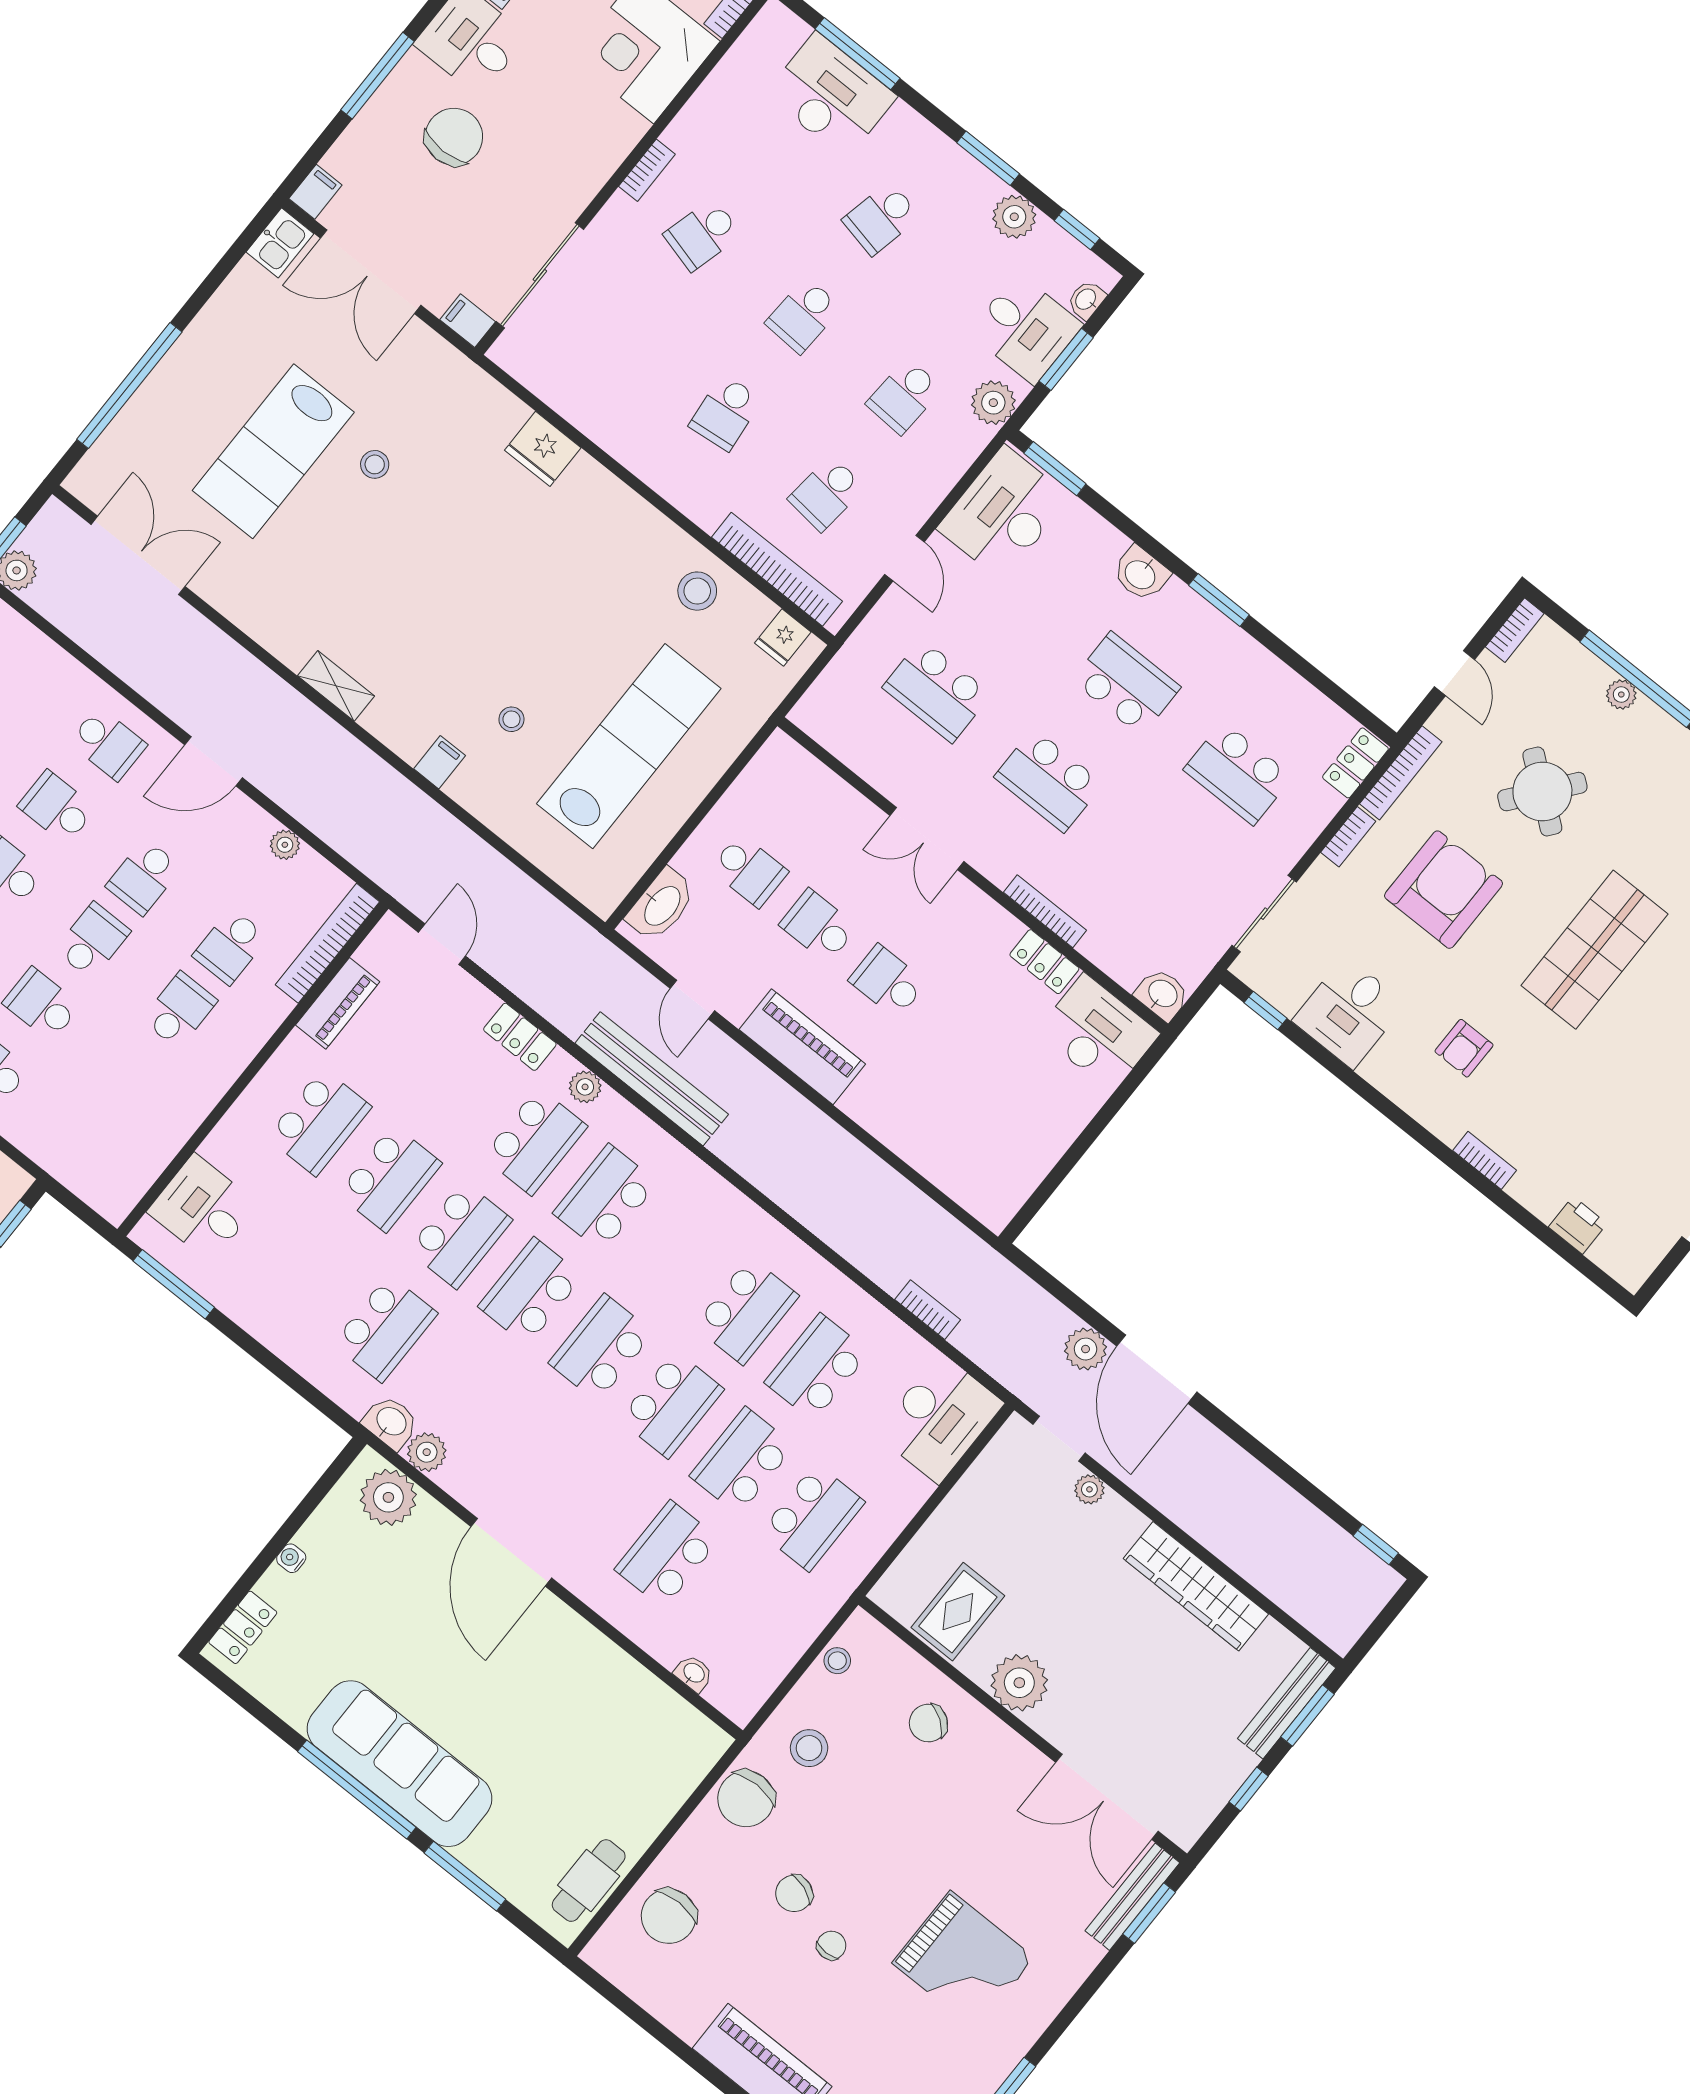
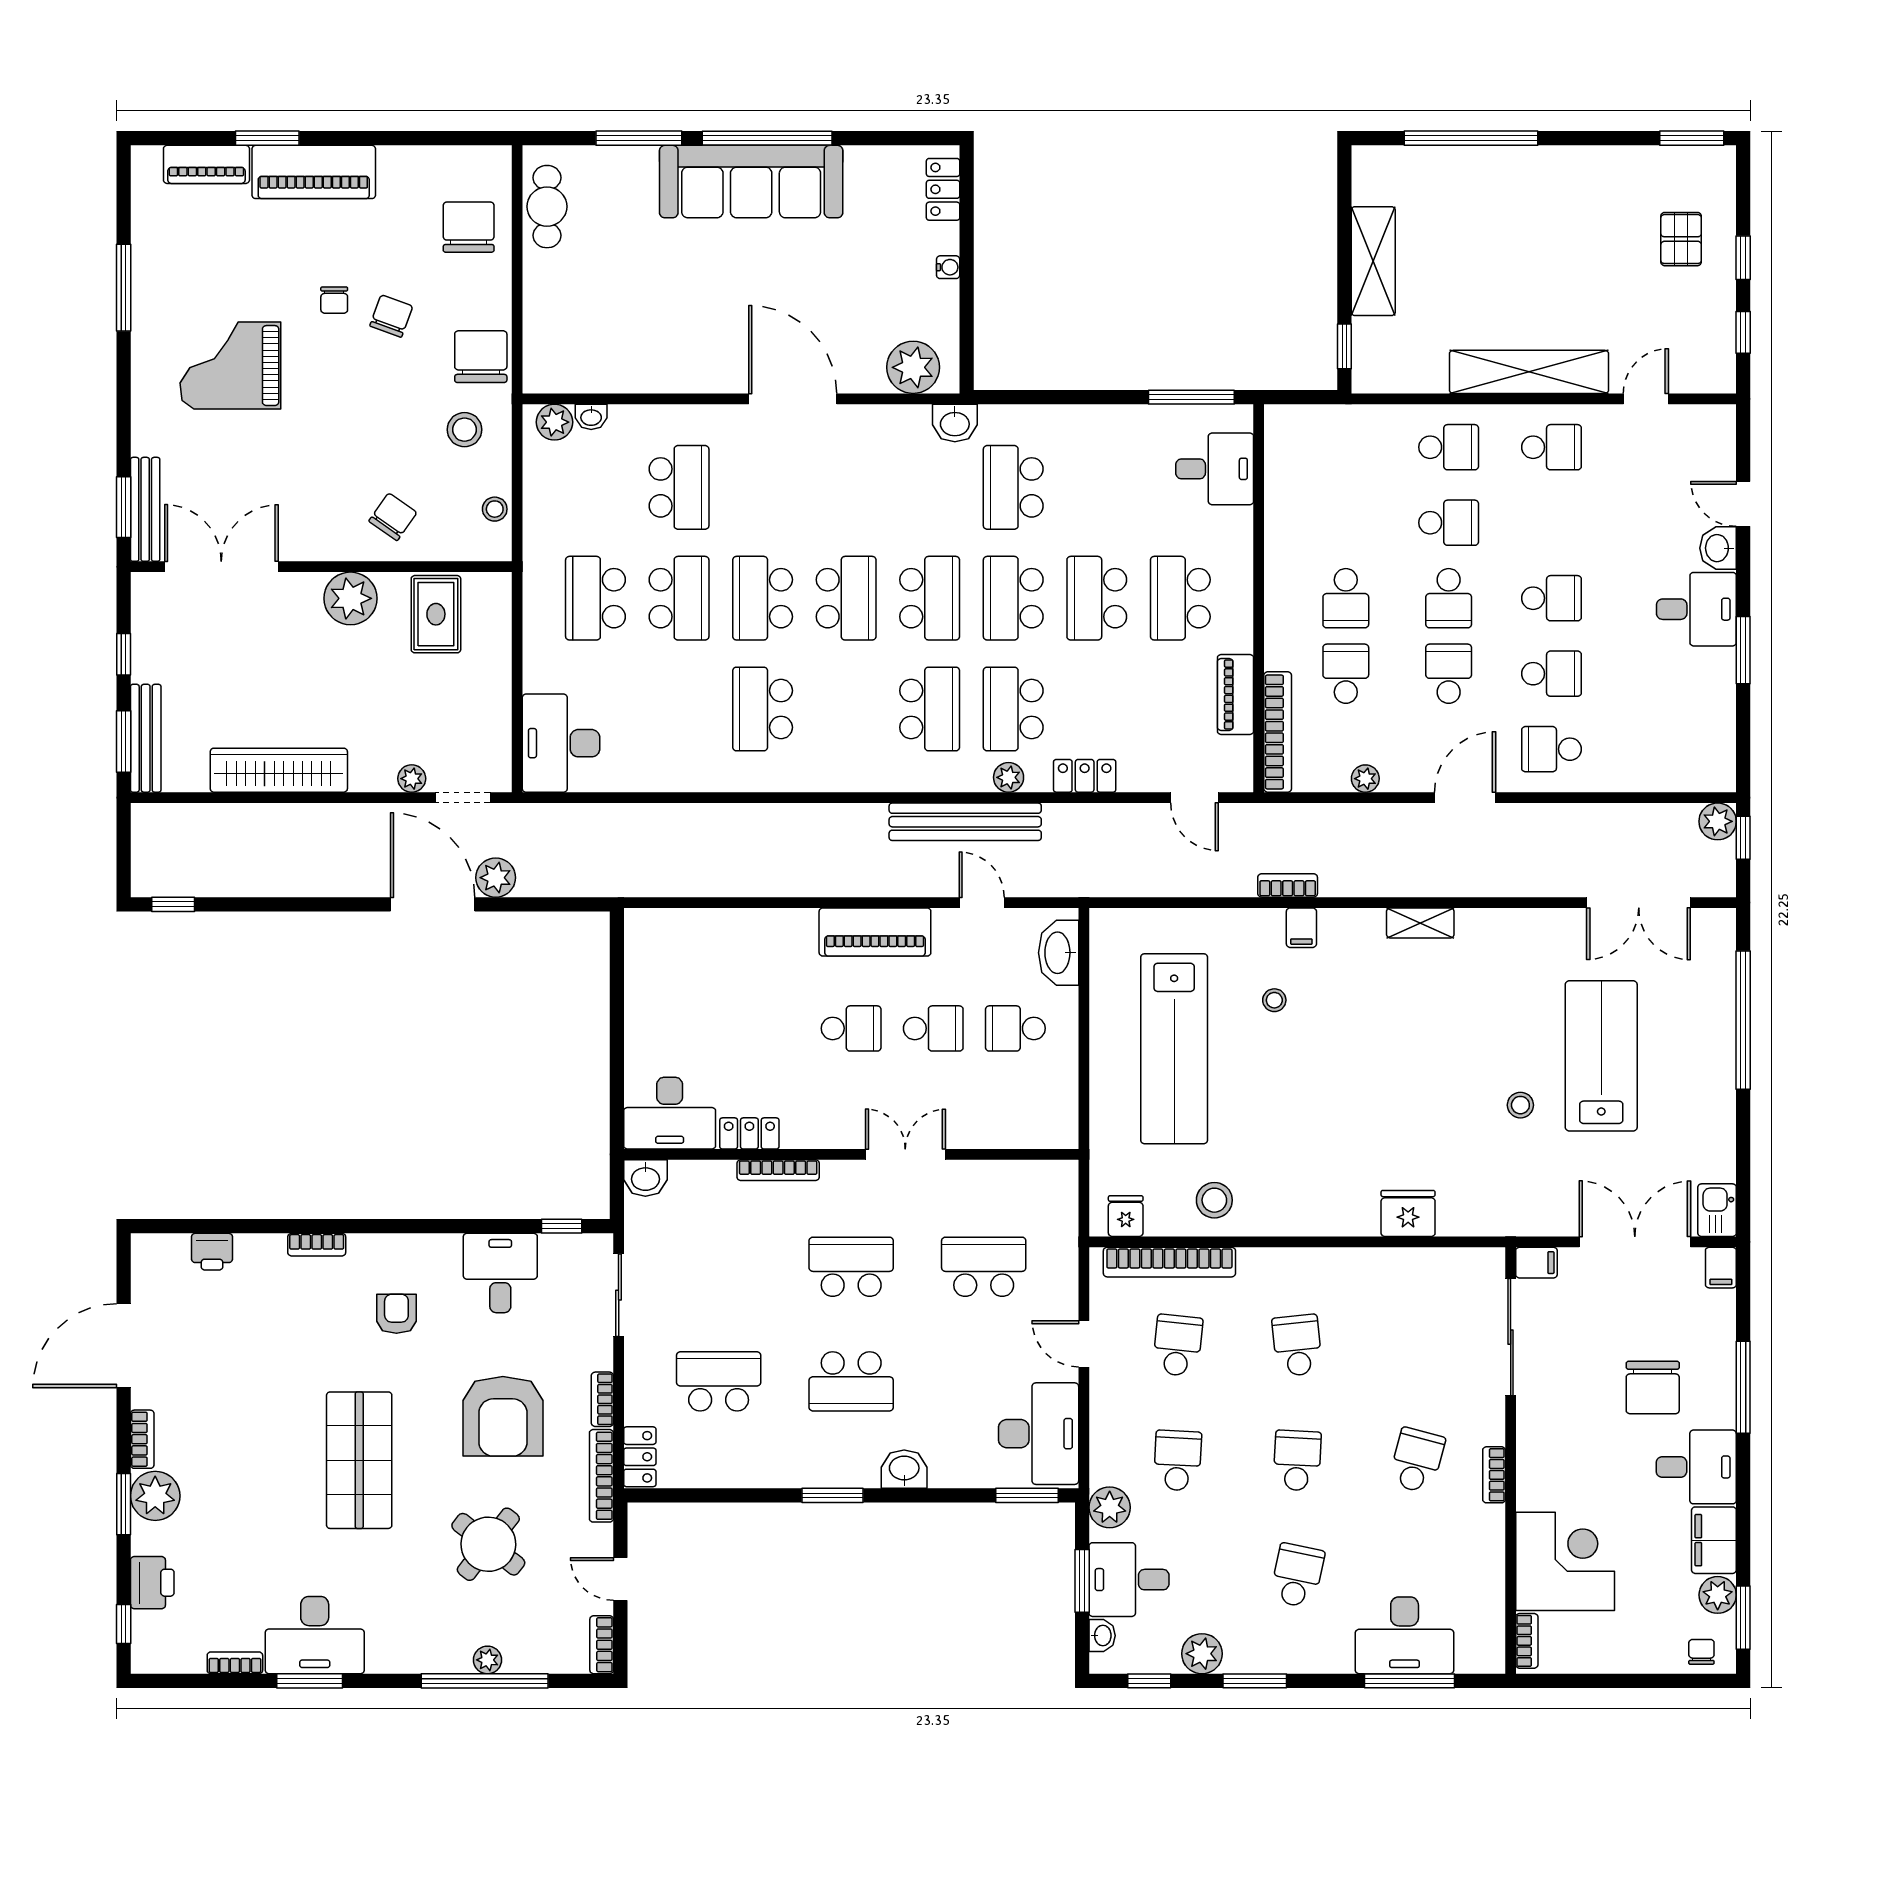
bookcase: (928, 1310) -> (1288, 885), moved, turned 180
school desk: (817, 1367) -> (679, 709), removed
plant: (427, 1452) -> (554, 422), moved

